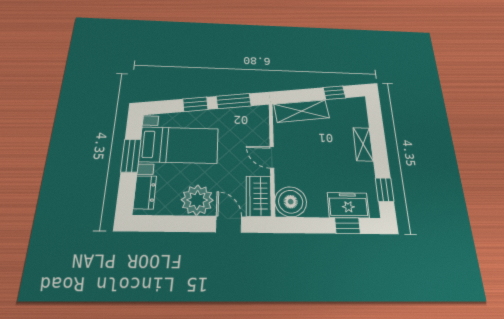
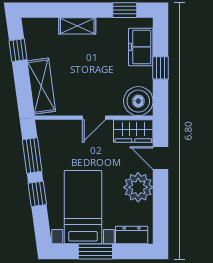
door: (229, 224) -> (160, 158), hinge flipped
window: (347, 226) -> (160, 68), moved

